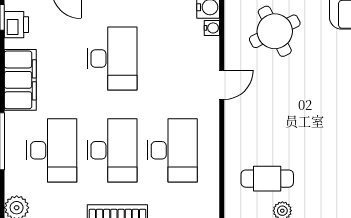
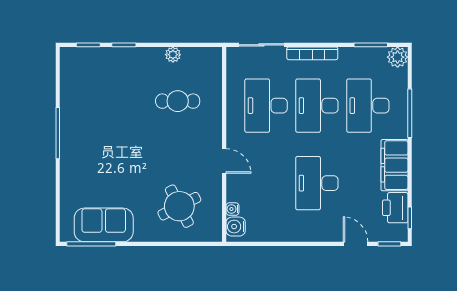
printer: (16, 25) -> (395, 208), width x1.36, depth x1.24
door: (222, 85) -> (224, 161), swing flipped
cafe table: (267, 179) -> (178, 101), moved

